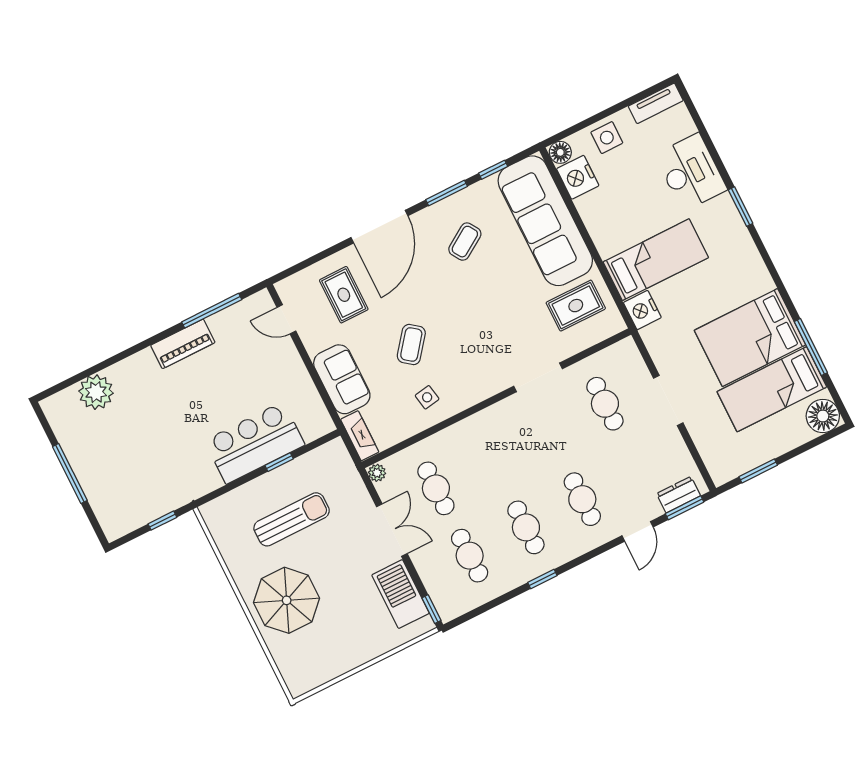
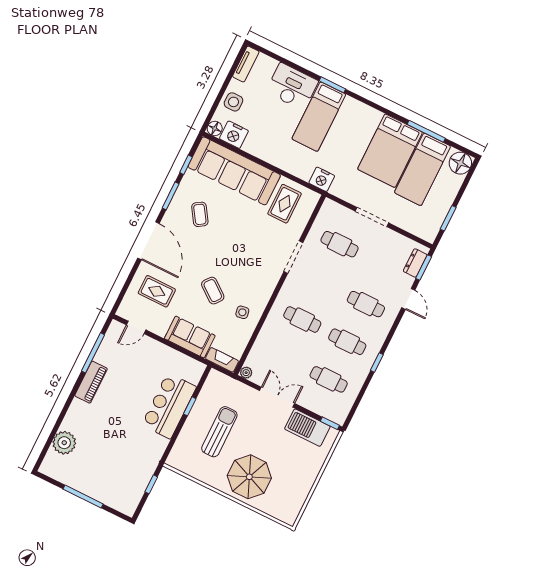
bed: (656, 260) -> (319, 117), moved, turned 180
cafe table: (436, 488) -> (302, 320), moved

